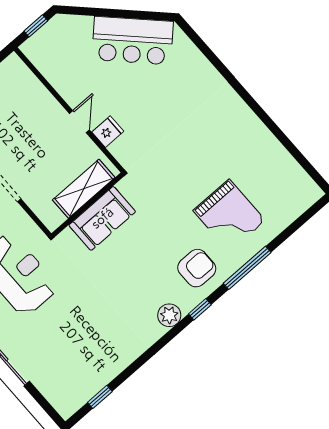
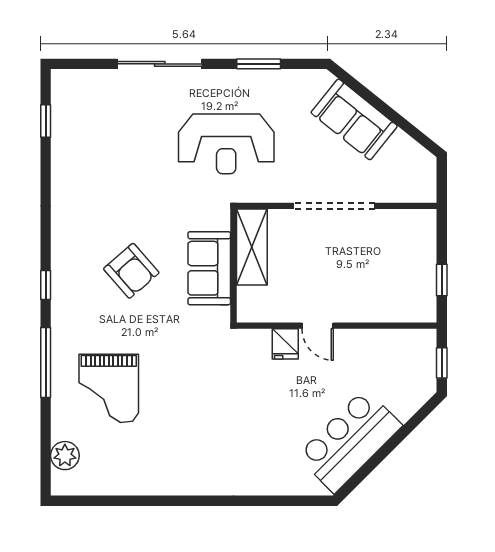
shelving: (84, 189) -> (252, 247), moved
grand piano: (229, 216) -> (109, 388), turned -90
armchair: (197, 268) -> (131, 271), moved, turned -41
plant: (169, 315) -> (65, 456), moved

